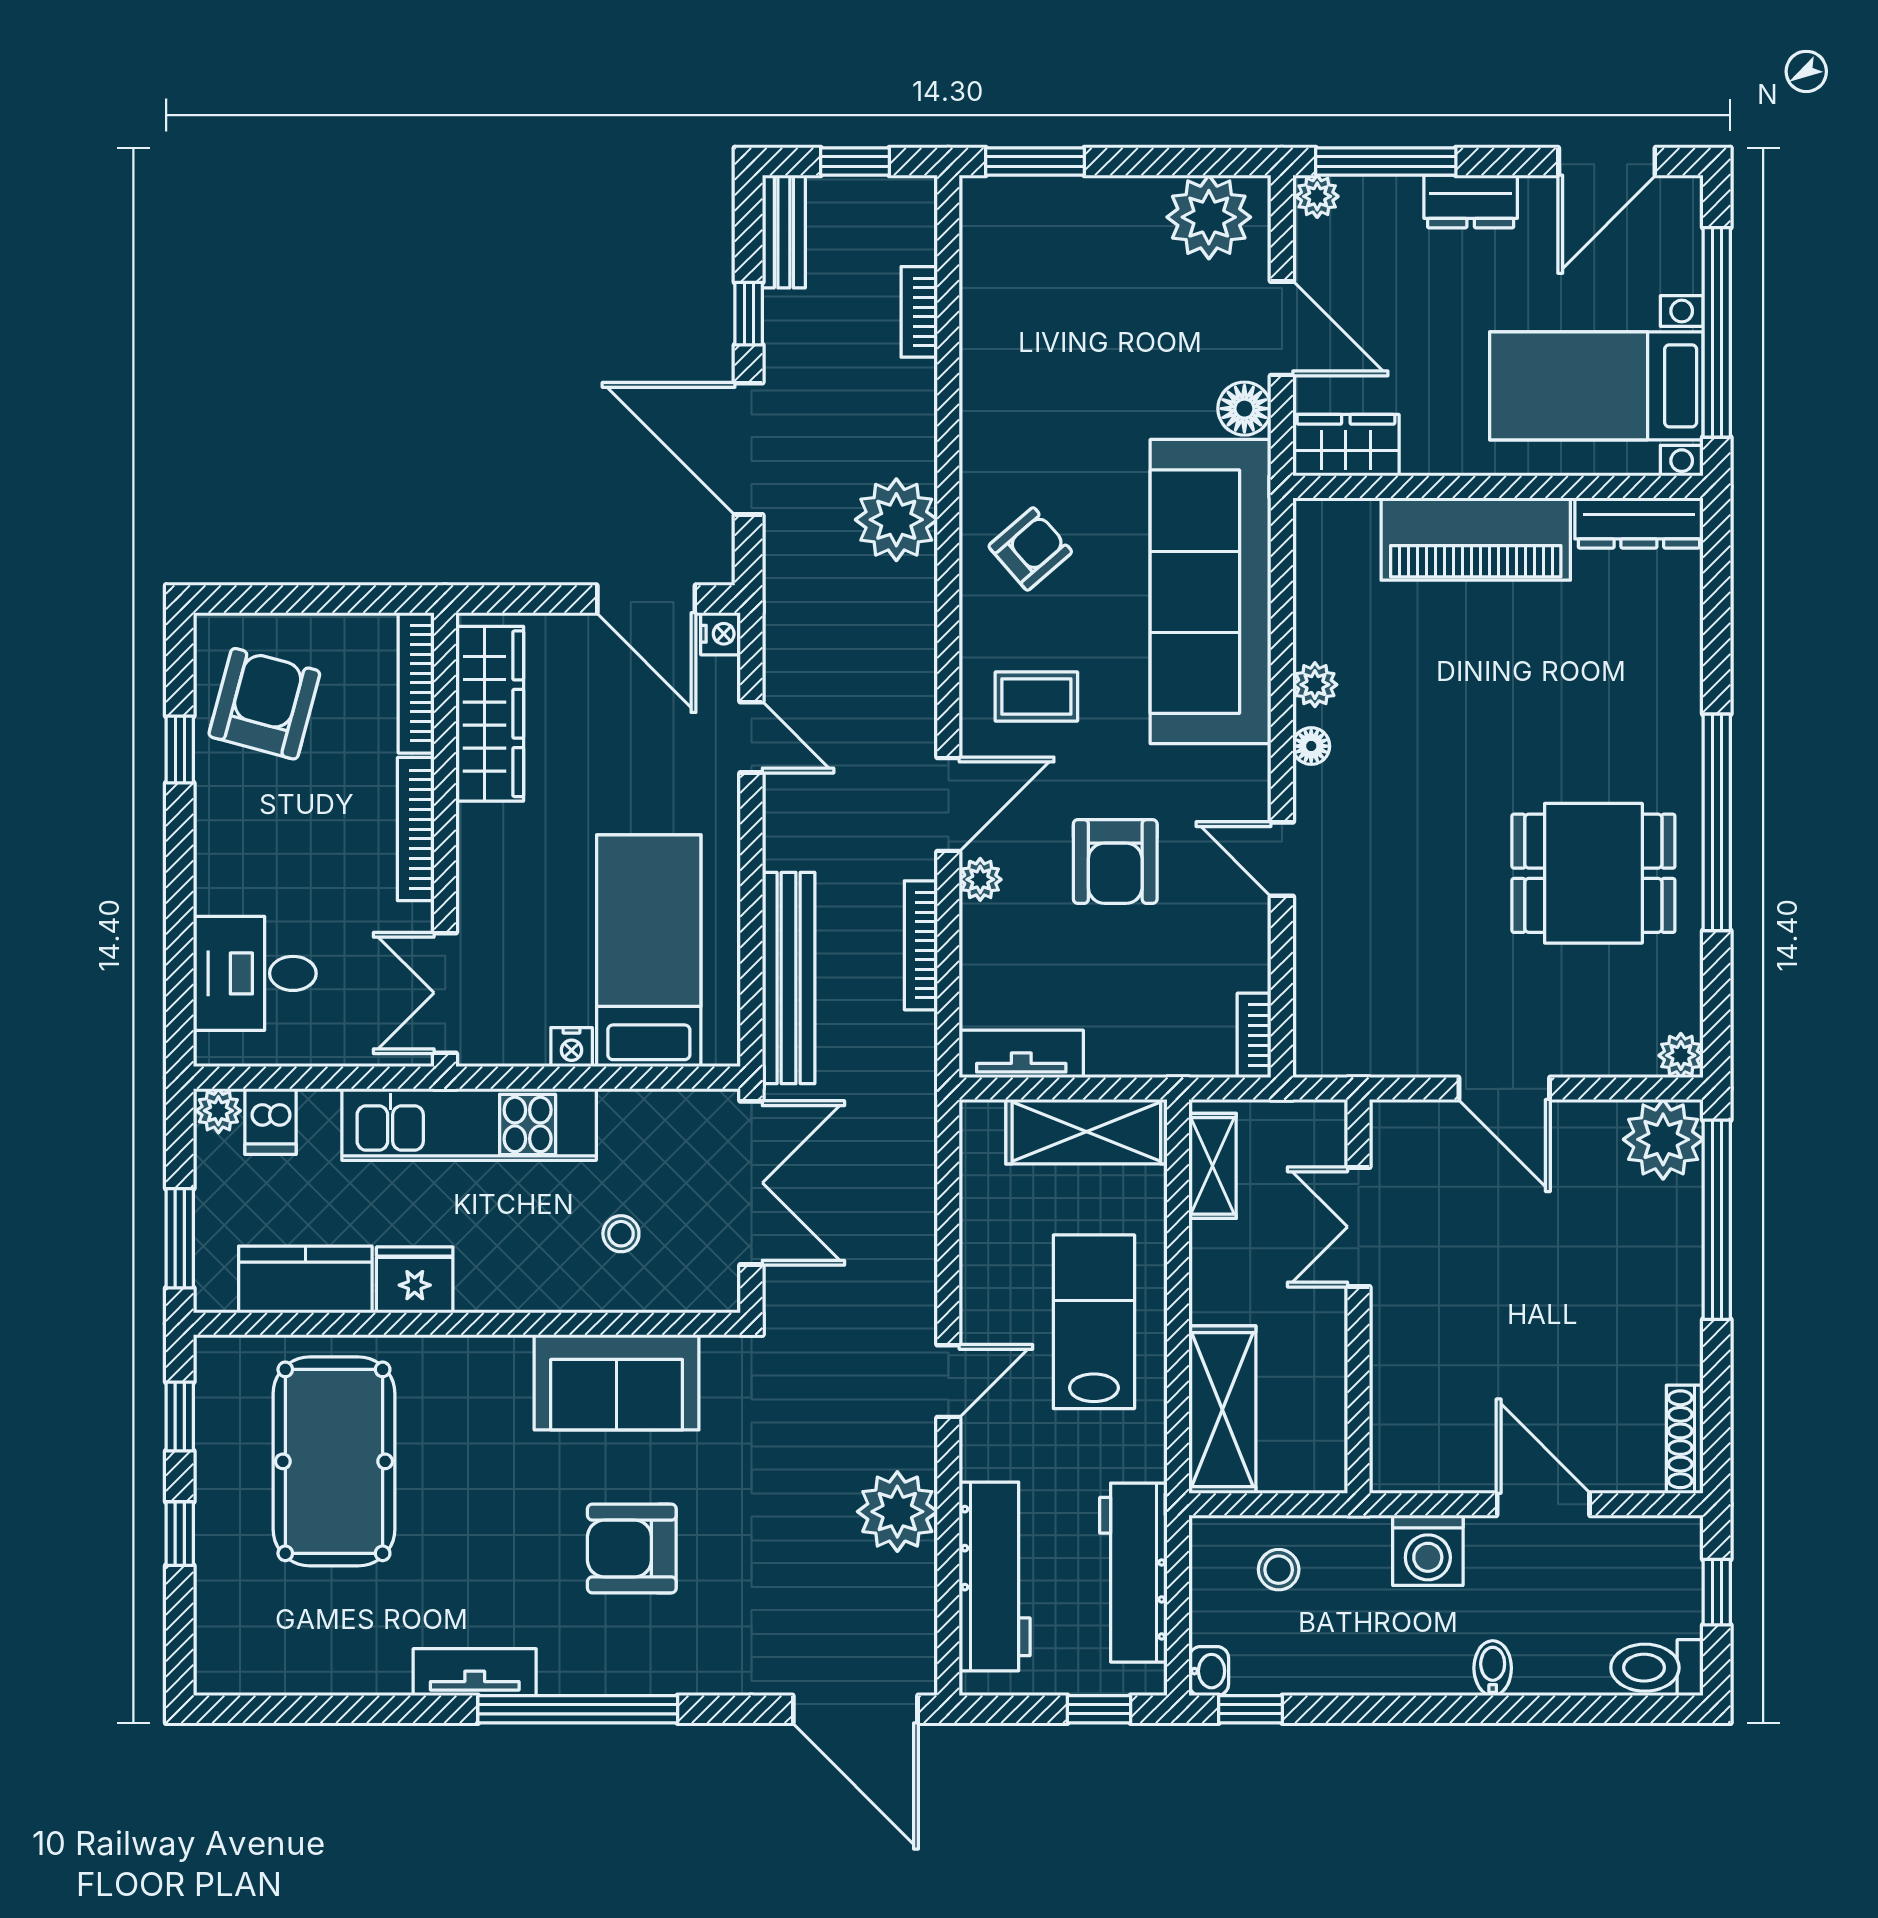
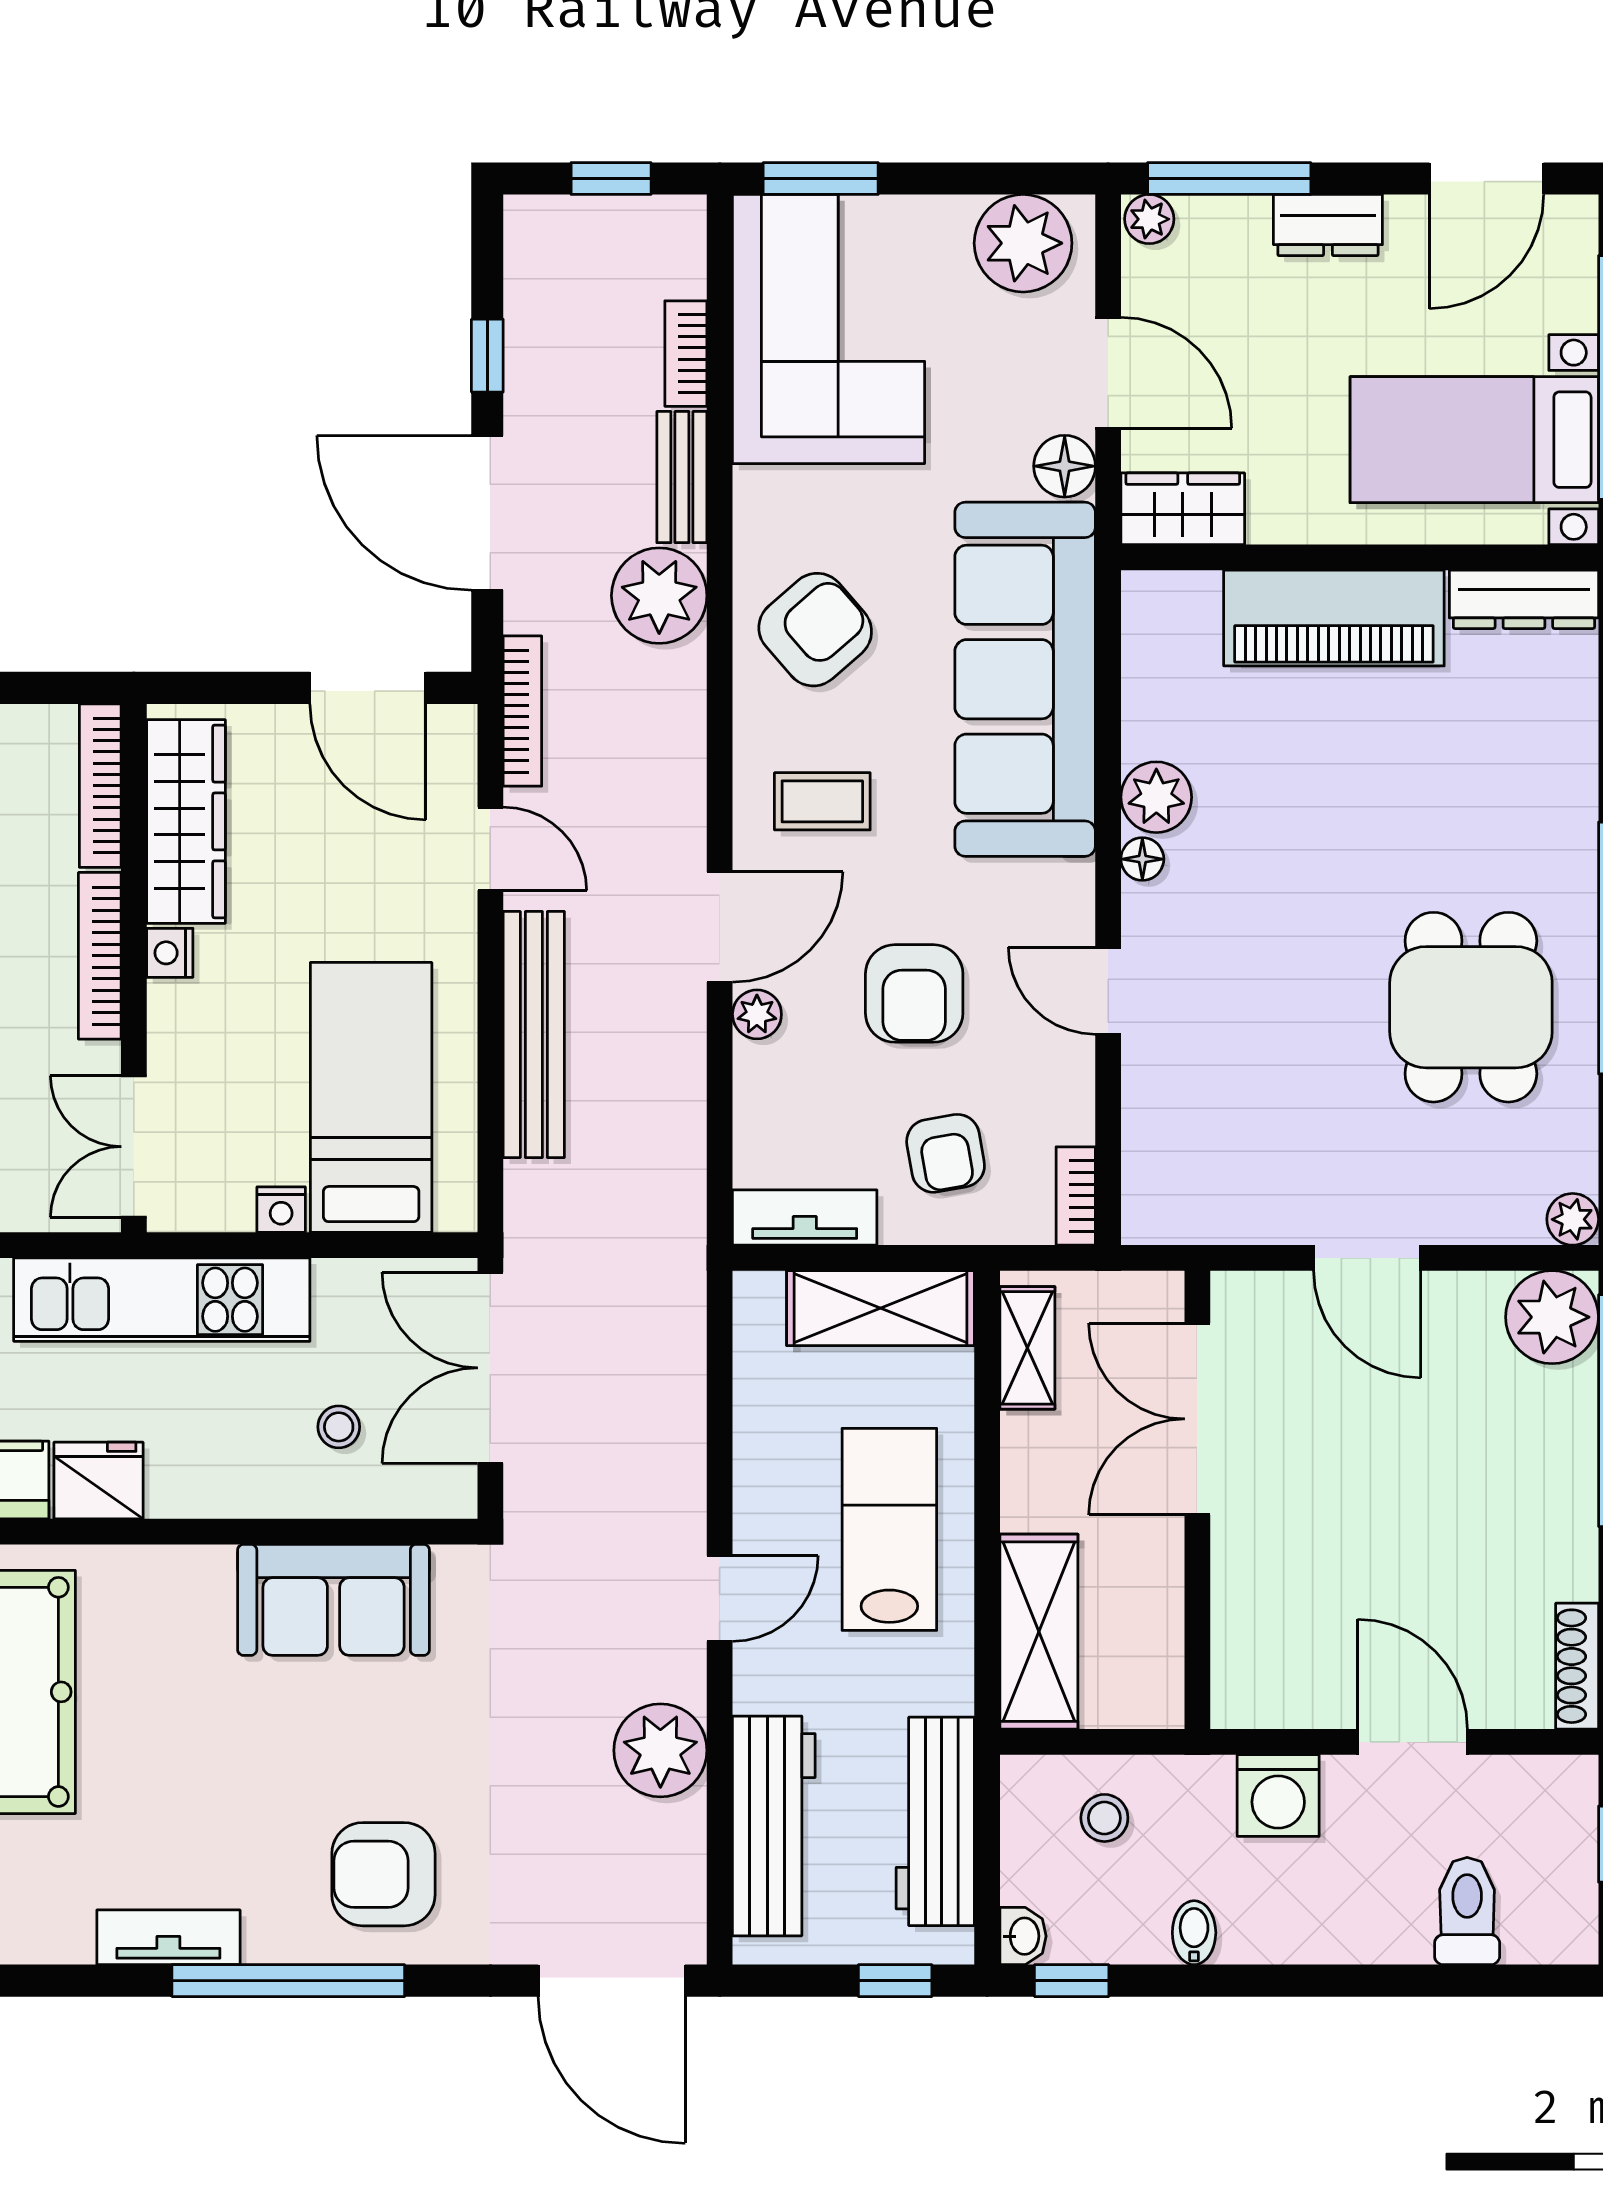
bench: (784, 232) -> (682, 477), moved
corner sofa: (1042, 291) -> (829, 329), added
armchair: (1030, 549) -> (815, 630), width x1.38, depth x1.38
nightstand: (721, 634) -> (170, 953), moved, turned 180
plant: (1315, 685) -> (1156, 797), width x1.38, depth x1.38
dining table: (1593, 873) -> (1471, 1007), turned 90
bookcase: (921, 945) -> (522, 711), moved, turned 180
bench: (789, 978) -> (534, 1035), moved
armchair: (1142, 999) -> (946, 1153), added
double door: (751, 1183) -> (490, 1368), swing flipped
double door: (1358, 1227) -> (1197, 1419), width x1.37
armchair: (632, 1549) -> (383, 1874), moved
bidet: (1493, 1668) -> (1194, 1933), moved
toilet: (1657, 1668) -> (1467, 1911), moved, turned 90

